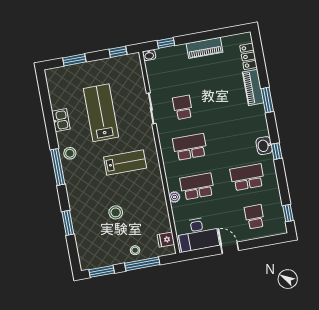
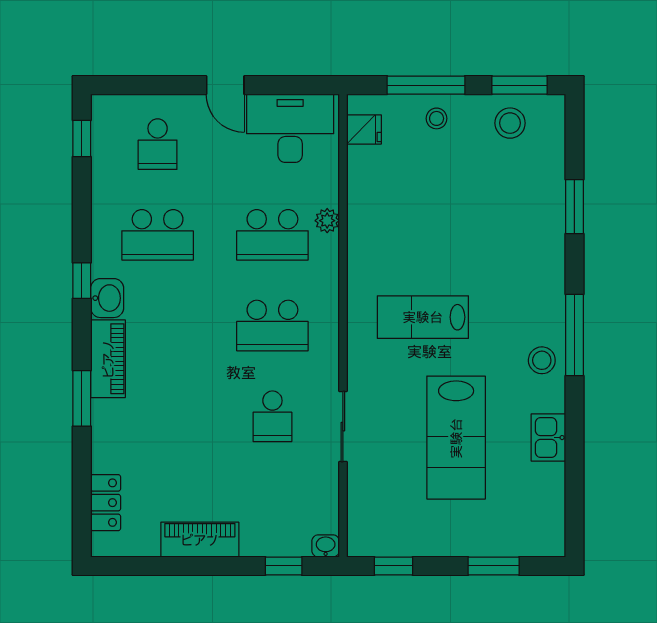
piano: (253, 87) -> (108, 359), moved
stool: (116, 212) -> (510, 123), moved

